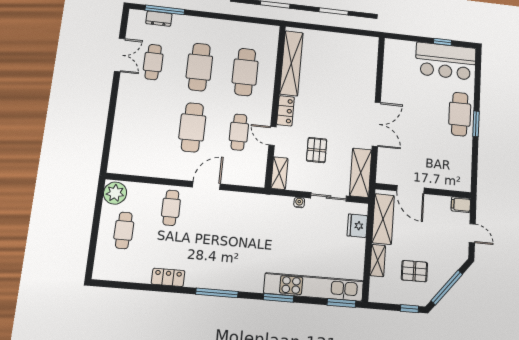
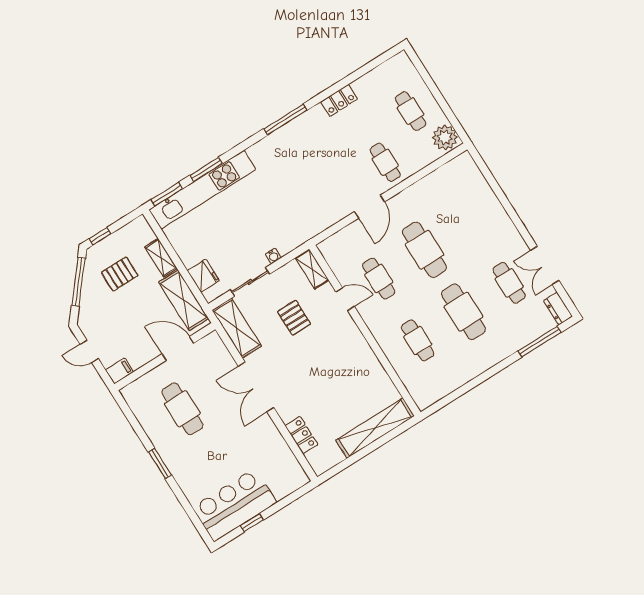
dresser: (159, 19) -> (558, 309), moved, turned -90
shelving: (291, 63) -> (375, 428), moved, turned 90
cafe table: (245, 72) -> (418, 341), width x0.73, depth x0.74
locker: (286, 111) -> (301, 435), moved, turned 180
cafe table: (460, 114) -> (182, 409), moved
window: (279, 298) -> (206, 169), moved

